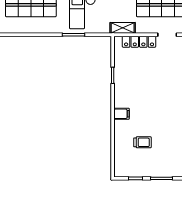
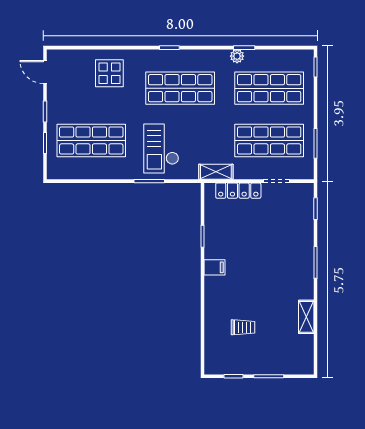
filing cabinet: (122, 114) -> (215, 267), moved

